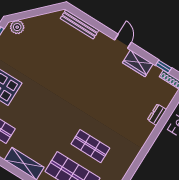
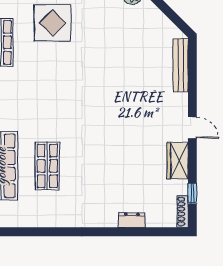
door: (123, 41) -> (192, 128), hinge flipped

